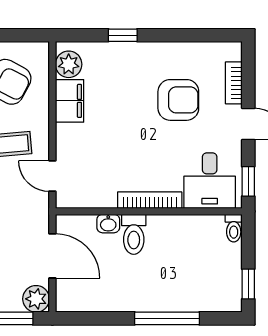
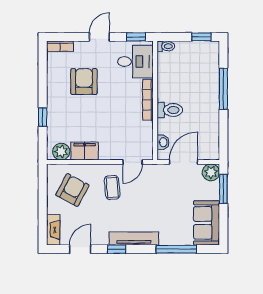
bookcase: (234, 83) -> (60, 46), moved
washbasin: (108, 224) -> (163, 142), moved

